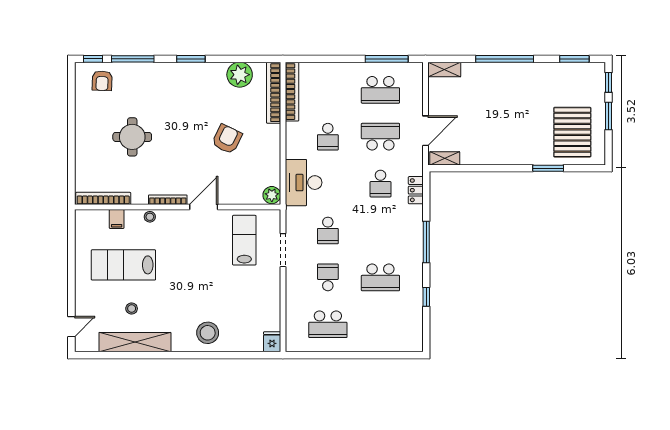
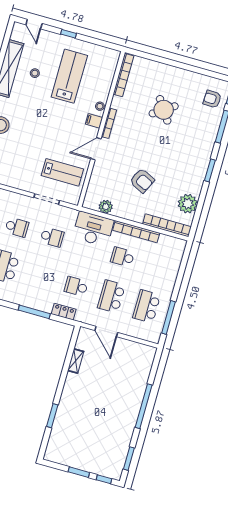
shelving: (444, 69) -> (148, 359), removed
bookcase: (292, 92) -> (136, 232), moved
pallet: (572, 132) -> (74, 442), removed
round table: (132, 137) -> (164, 110), turned -34
school desk: (380, 137) -> (111, 296), turned 180
shelving: (445, 158) -> (76, 361), moved
plant: (272, 195) -> (106, 207), moved
door: (204, 207) -> (96, 149), swing flipped
filing cabinet: (117, 219) -> (94, 121), moved
school desk: (328, 230) -> (52, 237), turned 180
window: (426, 242) -> (34, 312), moved
window: (71, 281) -> (69, 34), added

